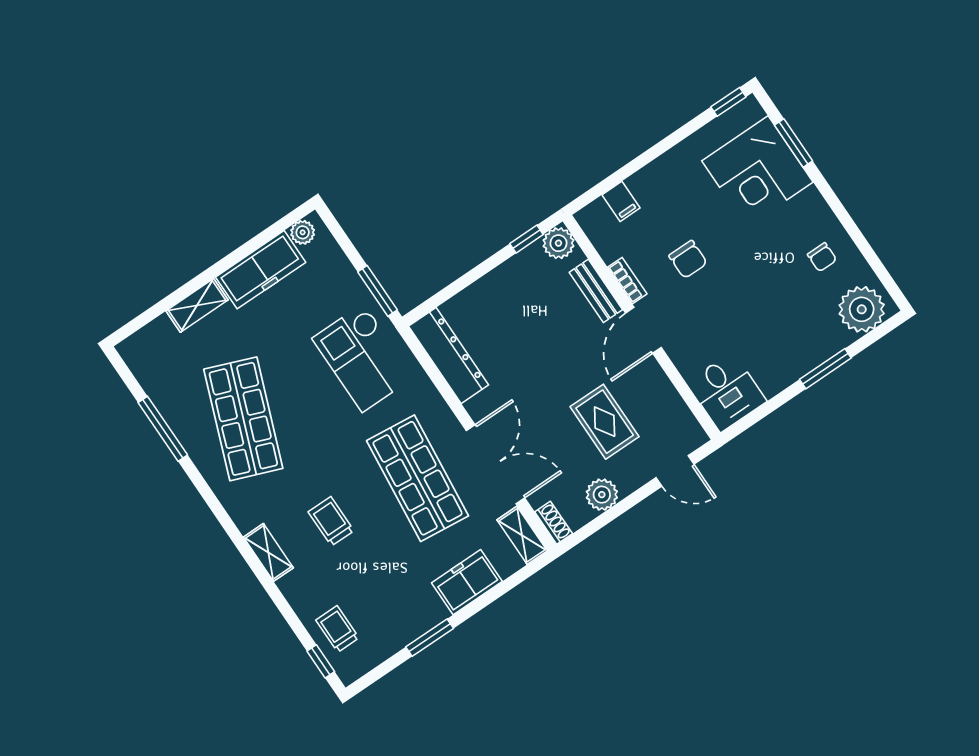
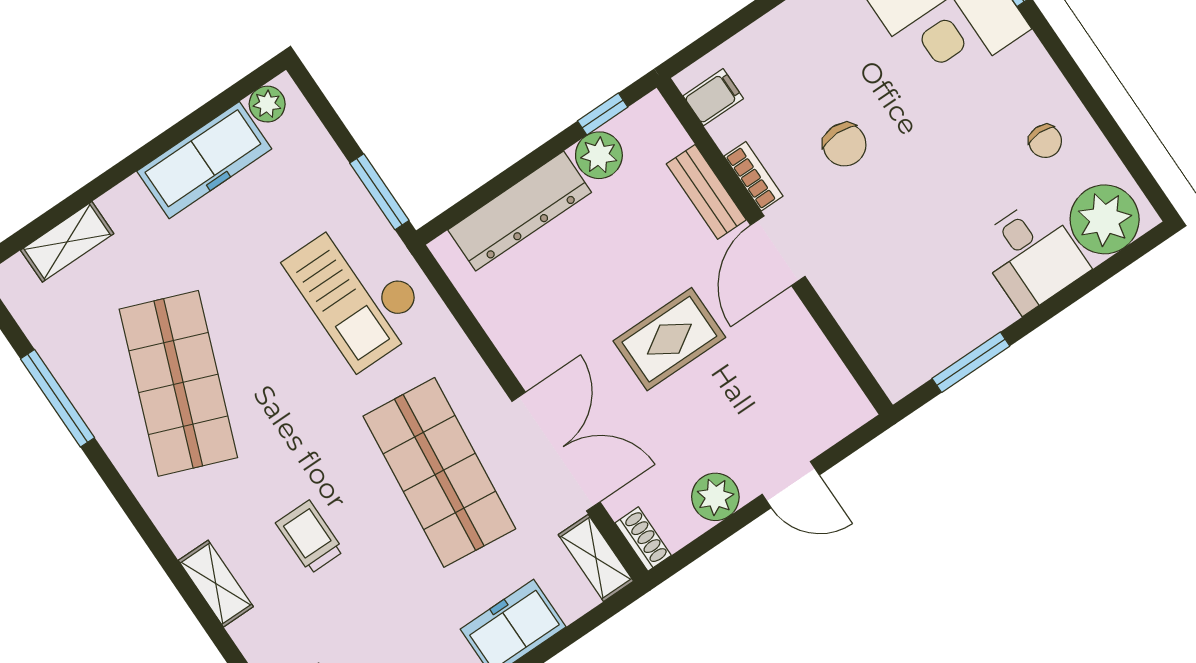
filing cabinet: (621, 201) -> (713, 97), moved, turned -90
plant: (558, 243) -> (599, 155), moved
shelving: (197, 305) -> (67, 242), moved
dresser: (449, 356) -> (520, 211), moved, turned 90
window: (825, 369) -> (971, 362), moved
desk: (727, 392) -> (1032, 255), moved
rug: (605, 422) -> (669, 339), moved, turned 90
door: (675, 471) -> (791, 485), moved

